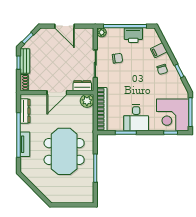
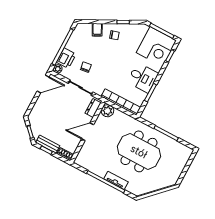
door: (65, 26) -> (43, 84), moved
printer: (133, 35) -> (66, 58), moved
door: (57, 93) -> (88, 132), swing flipped
dresser: (25, 111) -> (89, 166), removed

